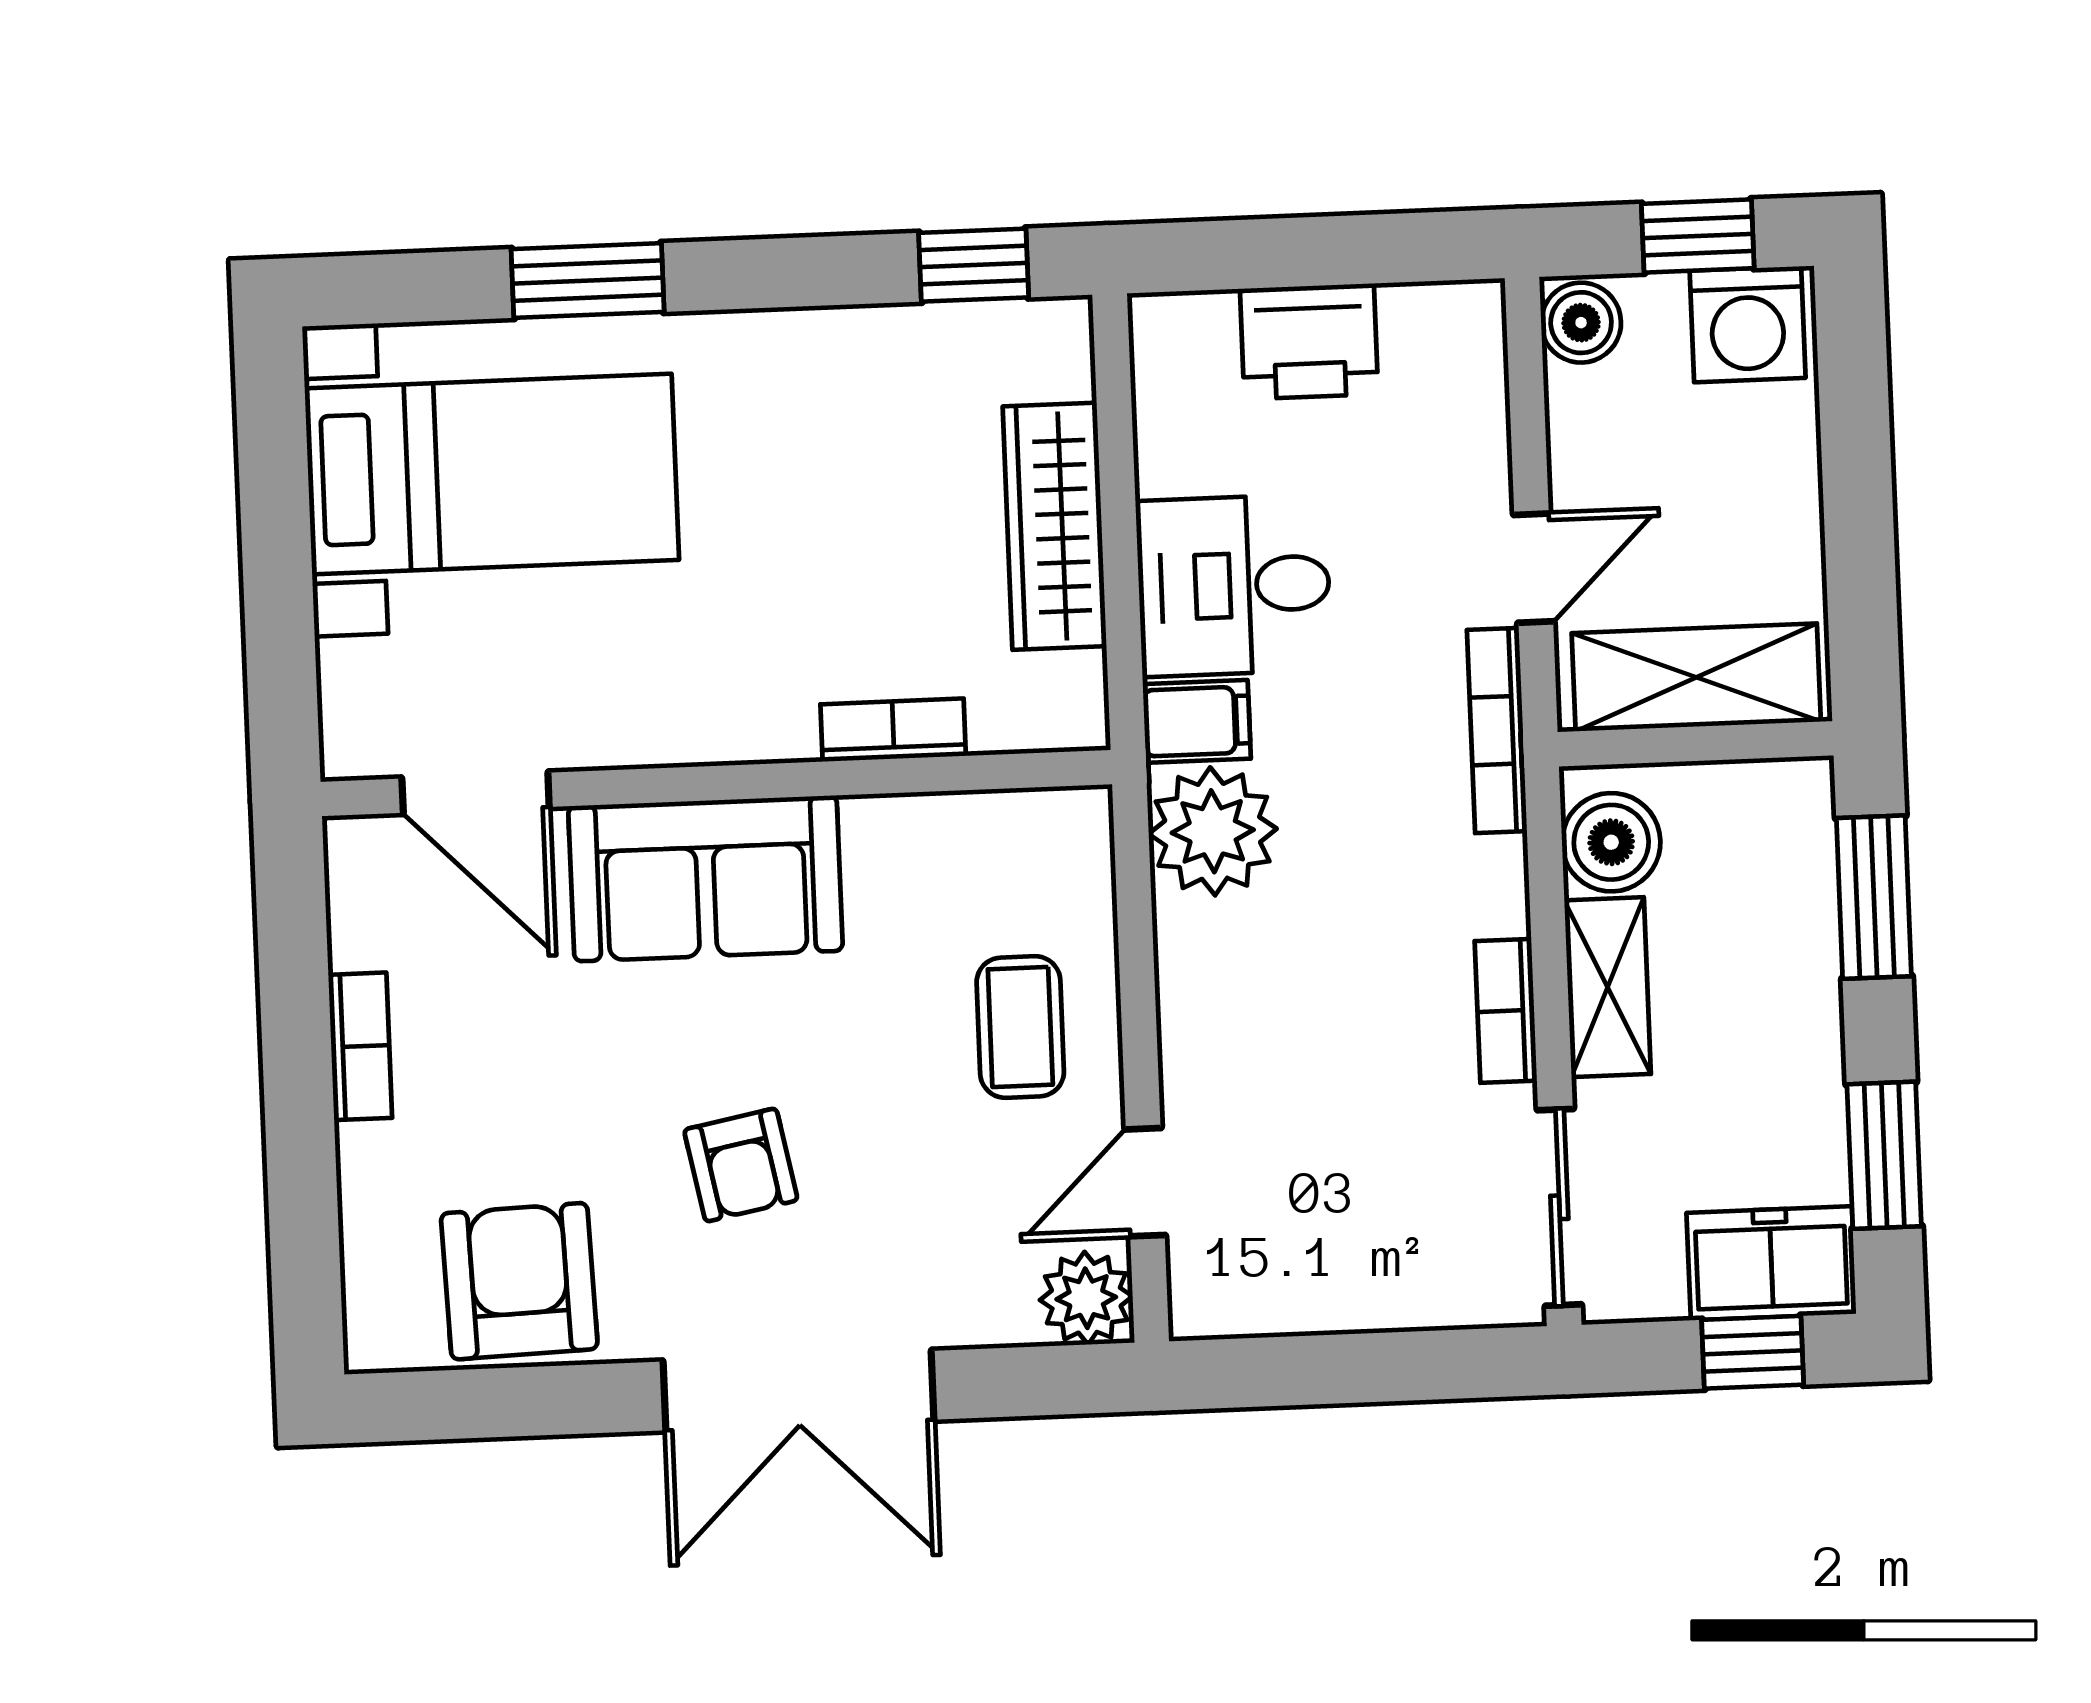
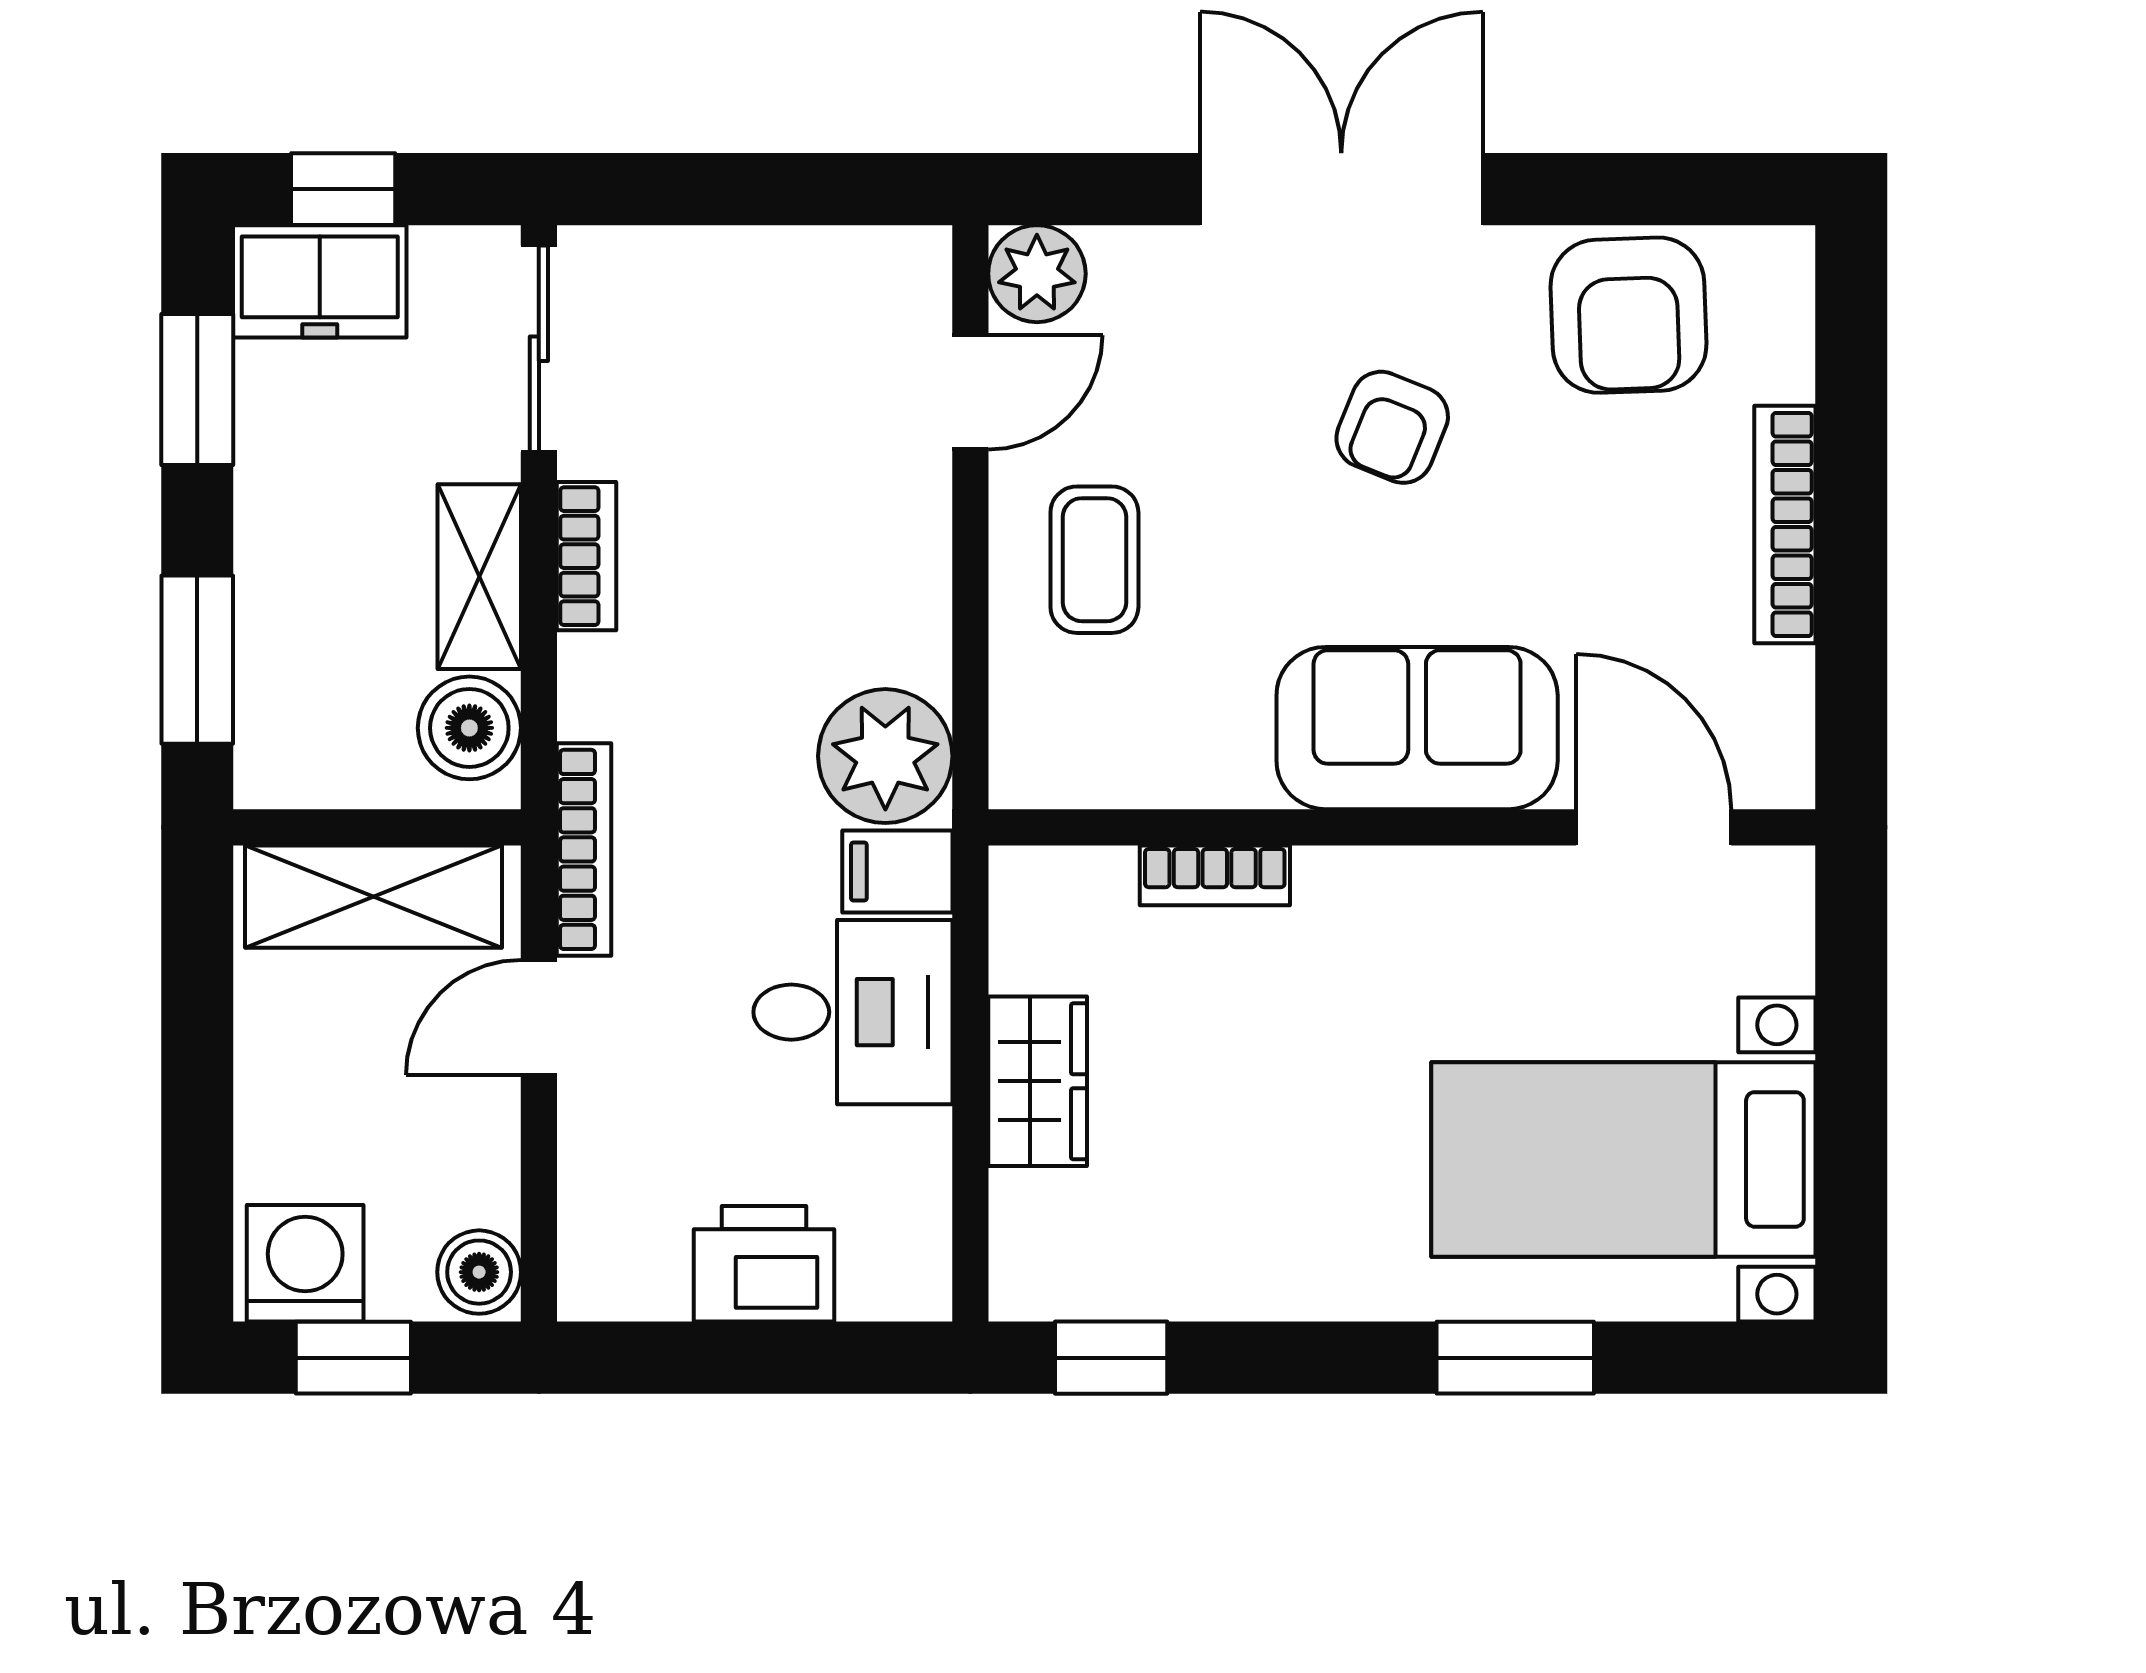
wardrobe: (1055, 526) -> (1038, 1081), width x0.67
bookcase: (360, 1046) -> (1785, 524), width x1.56
armchair: (741, 1165) -> (1392, 427), turned -147

